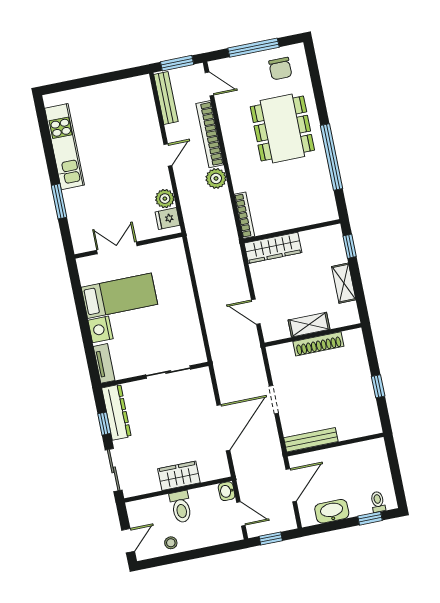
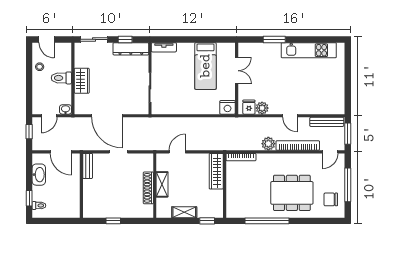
nightstand: (100, 329) -> (228, 107), moved, turned 180
bench: (311, 440) -> (88, 166), width x0.73

